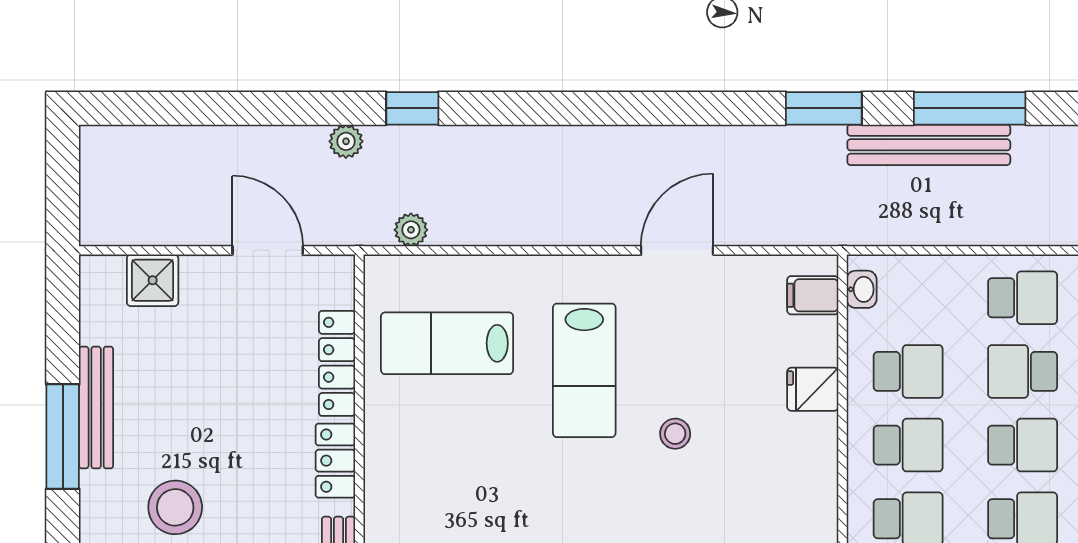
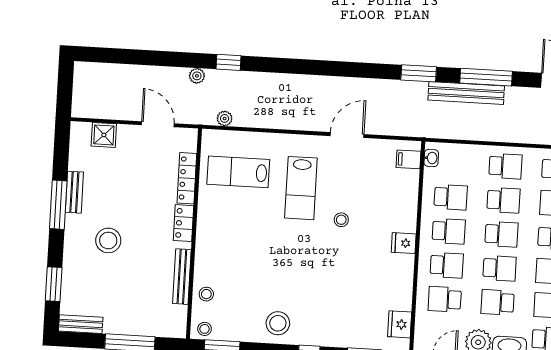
school desk: (1023, 371) -> (503, 200), turned 180
fridge: (813, 389) -> (404, 243), moved
bench: (96, 408) -> (74, 192), width x0.73

